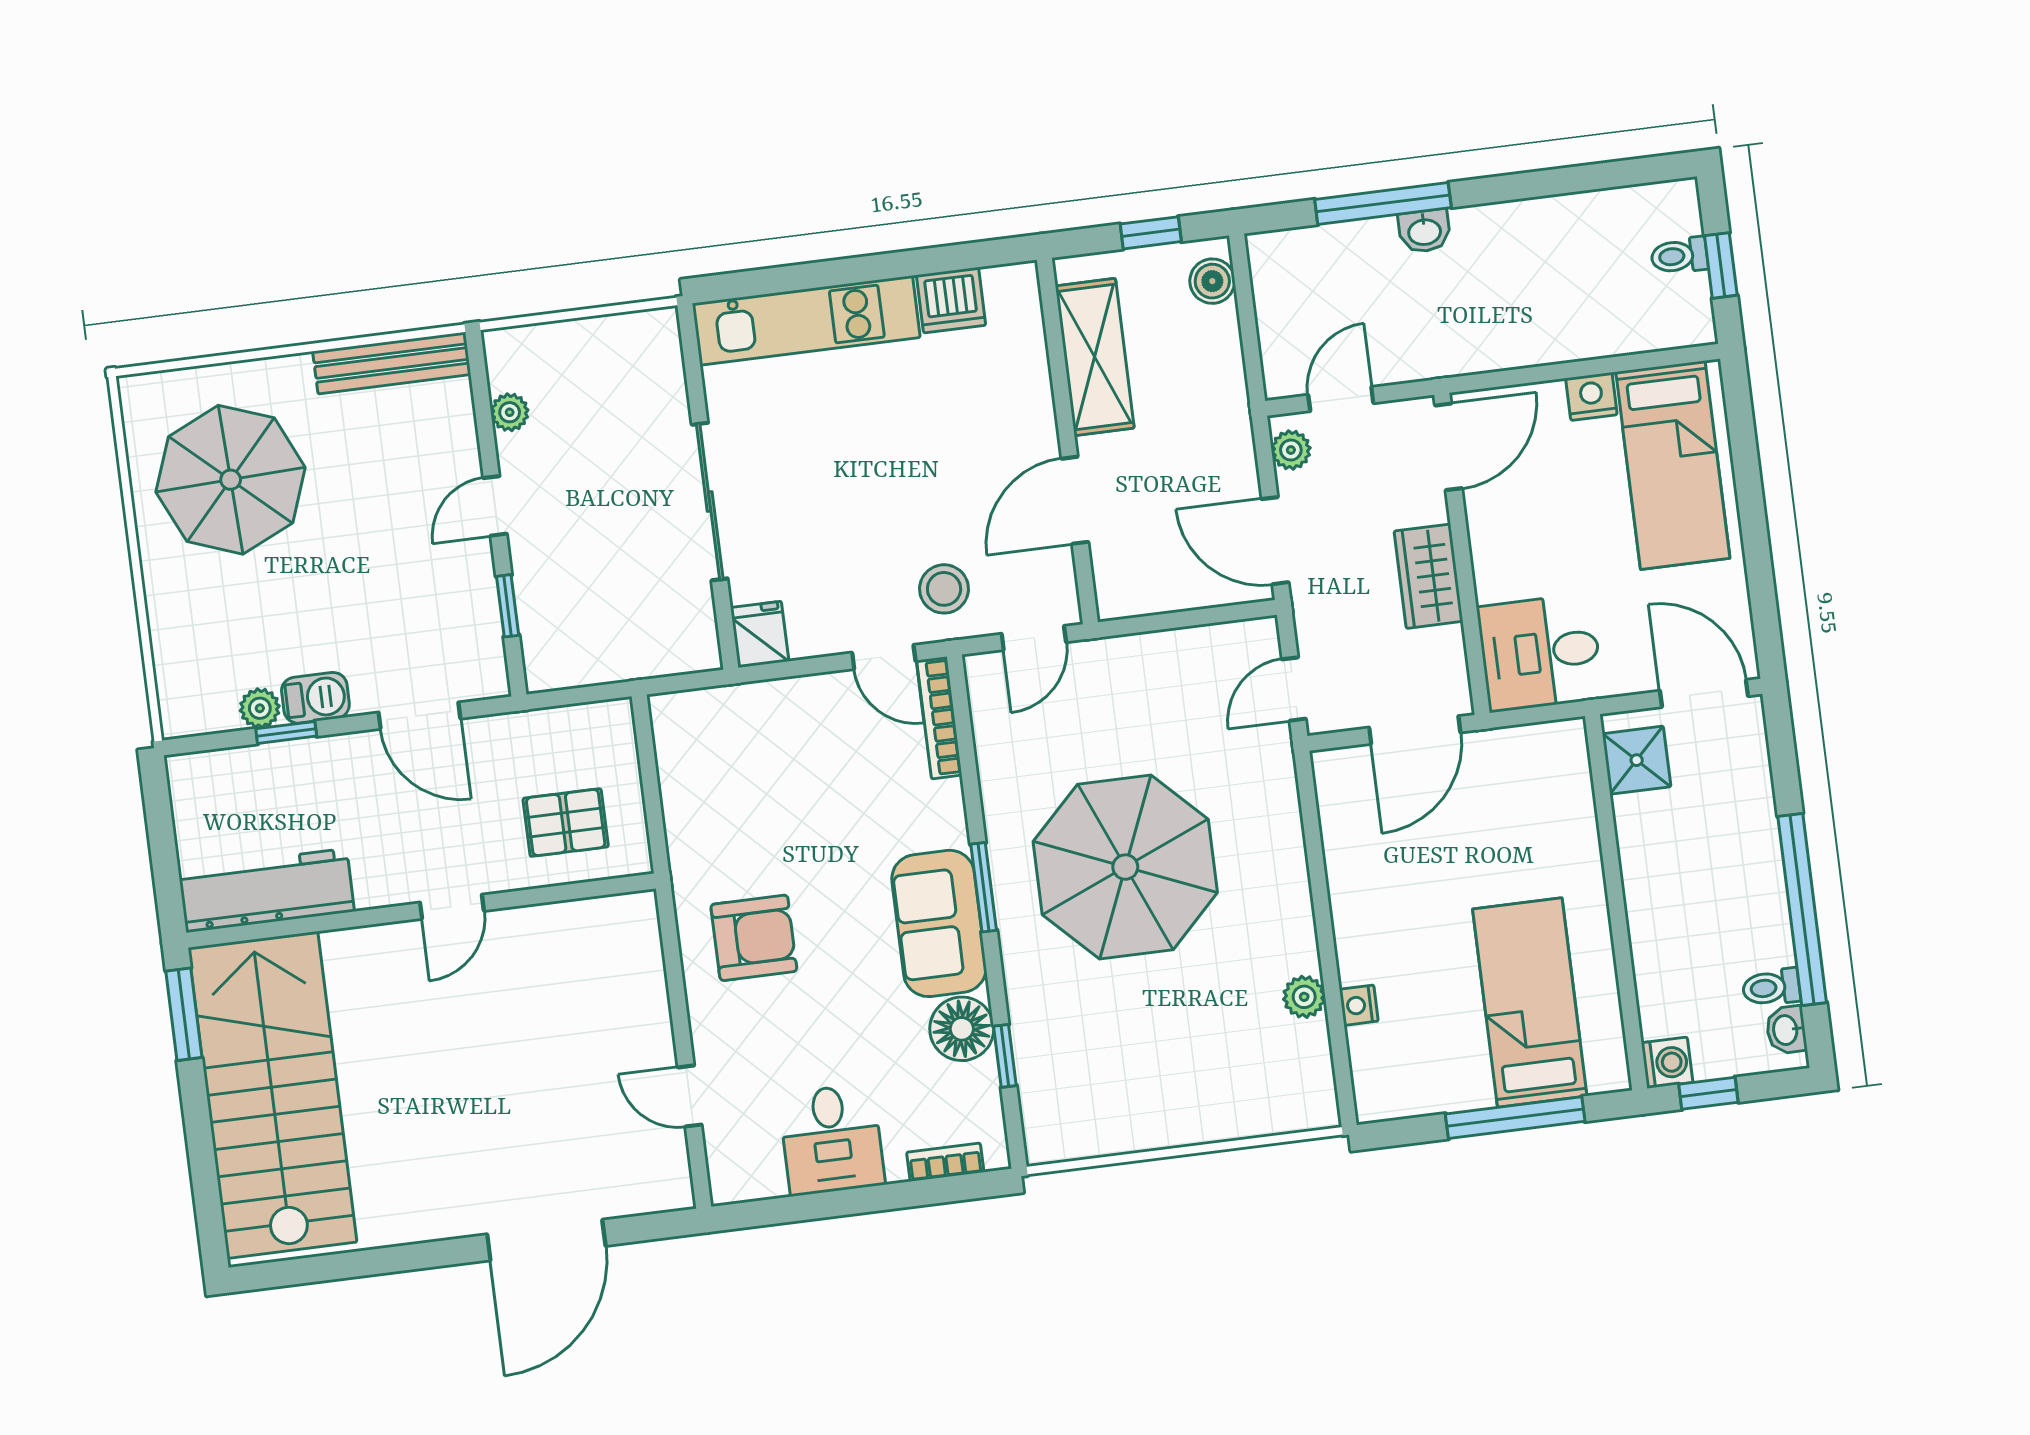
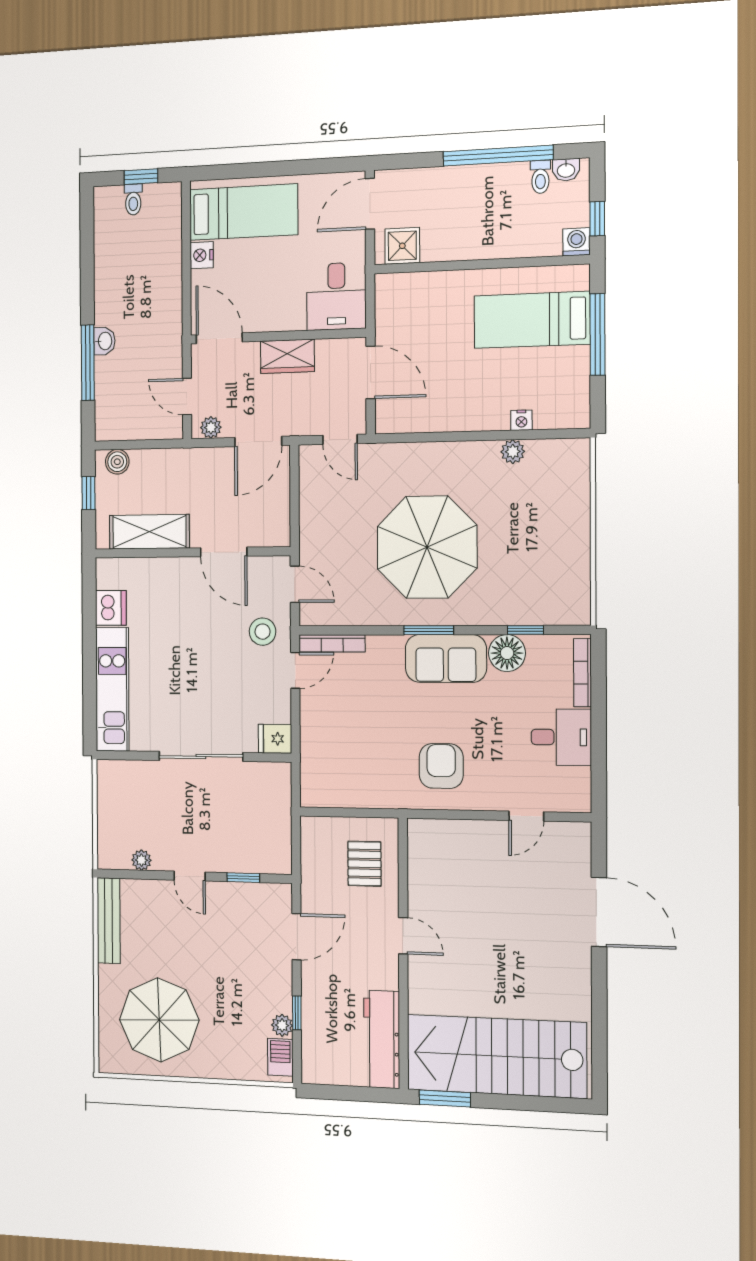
barbecue: (315, 698) -> (280, 1057), moved
bookcase: (945, 1162) -> (582, 673), width x1.56

